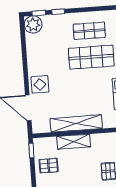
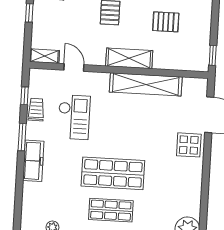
shelving: (74, 142) -> (129, 58), moved
pallet: (49, 166) -> (166, 22), moved

